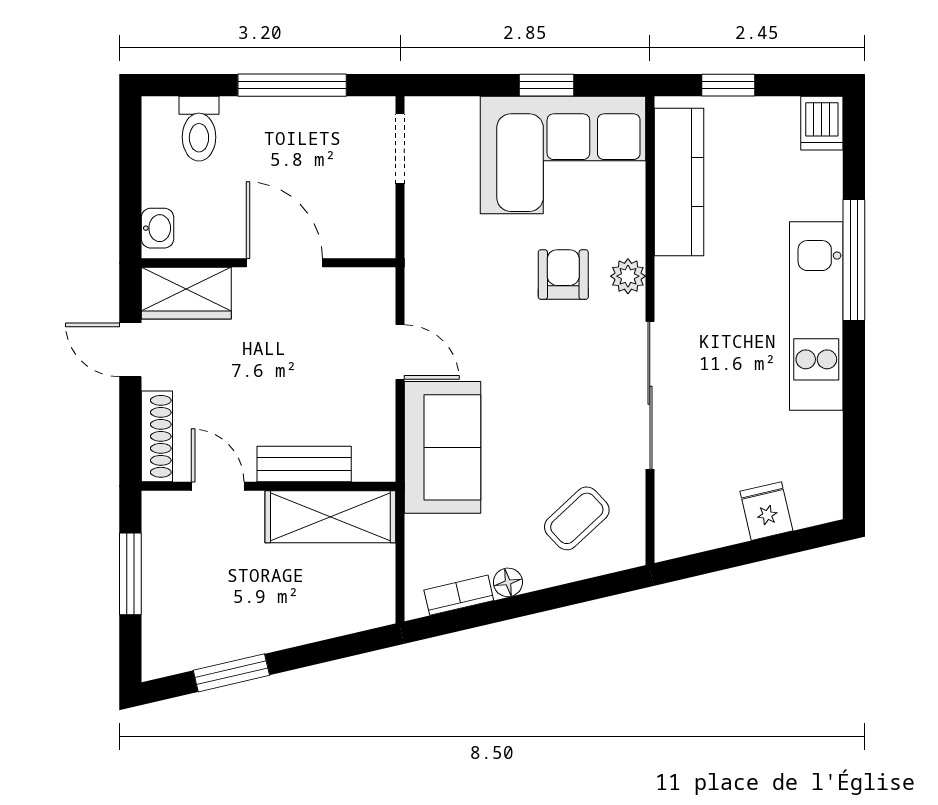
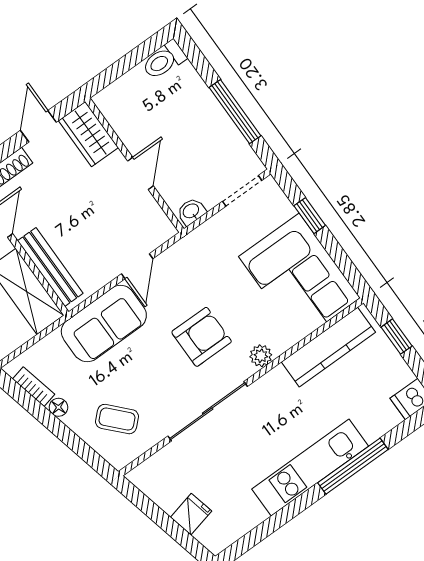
window: (546, 85) -> (310, 216), moved
toilet: (199, 129) -> (164, 60), moved
washbasin: (157, 228) -> (191, 211), moved, turned 180
door: (284, 263) -> (140, 173), width x0.73
armchair: (563, 275) -> (202, 337), moved, width x1.38, depth x1.38
bench: (304, 464) -> (50, 267), width x1.36

